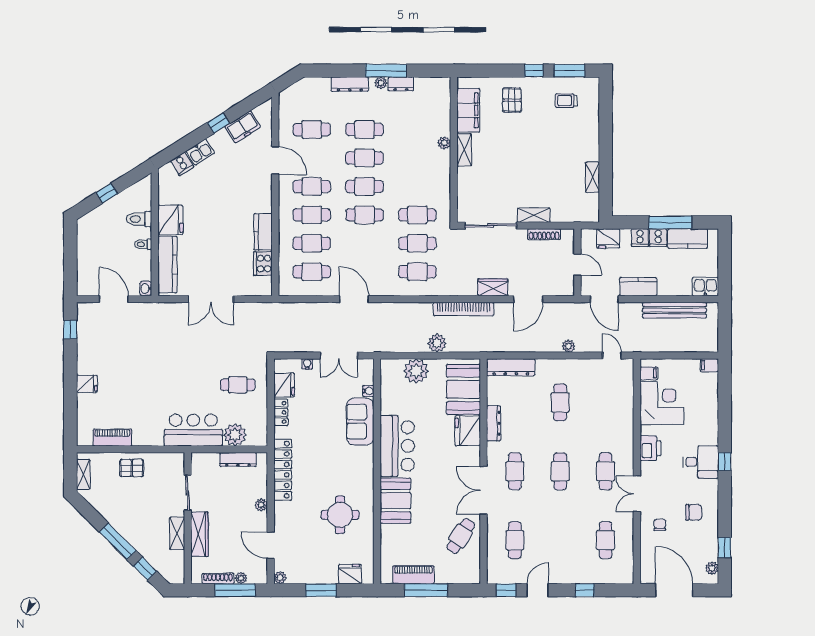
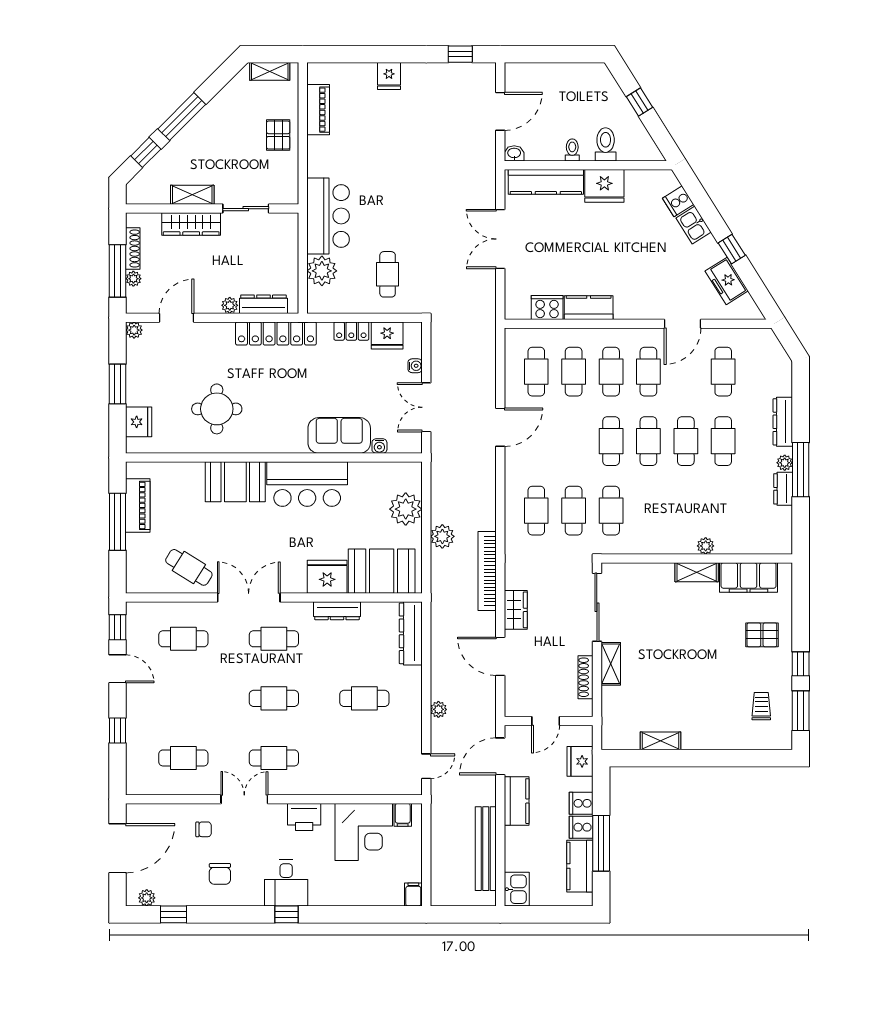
dresser: (238, 460) -> (263, 304), moved, turned 90

